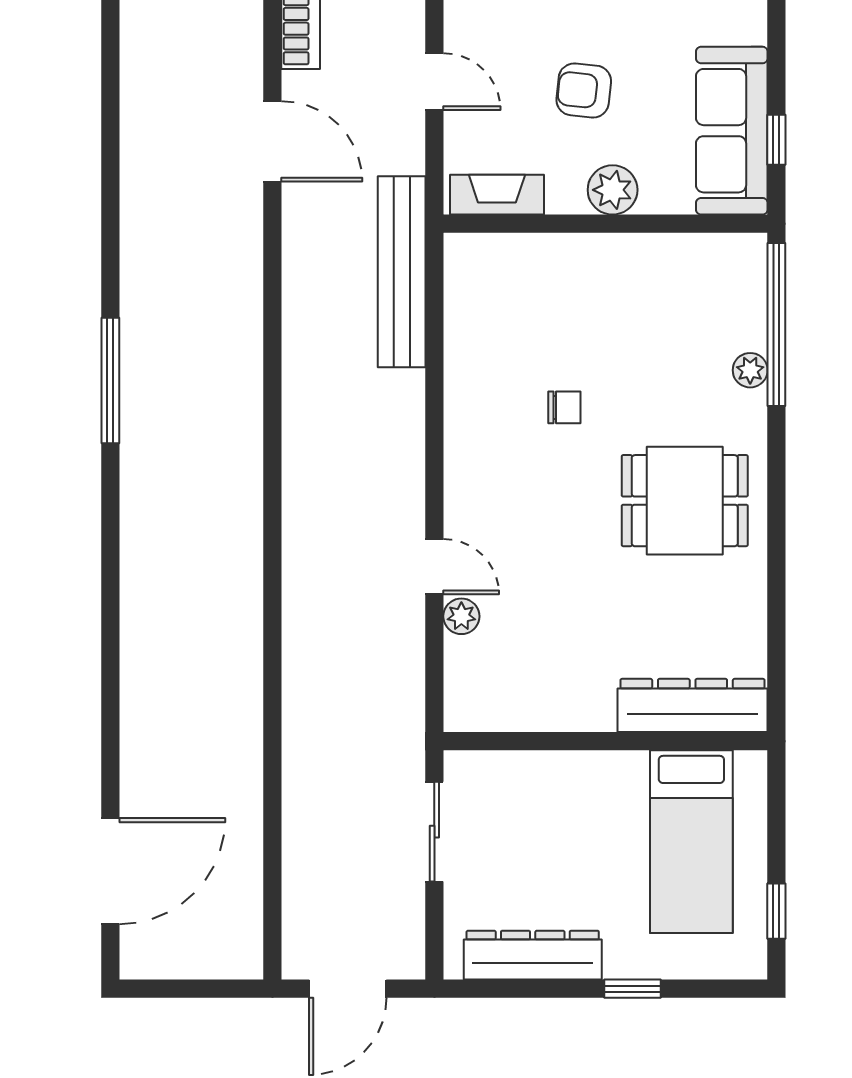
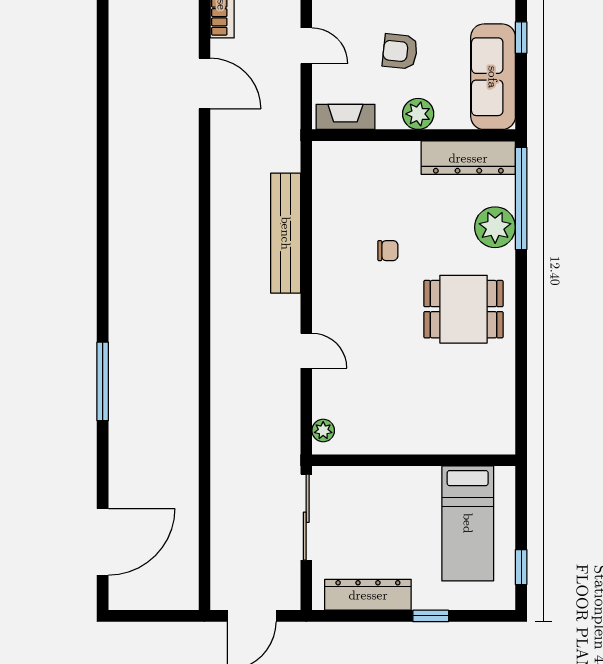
window: (776, 140) -> (521, 38), moved
bench: (402, 272) -> (286, 233), moved
plant: (750, 370) -> (495, 227), width x1.88, depth x1.88
window: (110, 380) -> (103, 381), moved
plant: (461, 616) -> (323, 431), moved
dresser: (693, 705) -> (468, 158), moved, turned 180
sliding door: (434, 832) -> (306, 517), width x1.37

